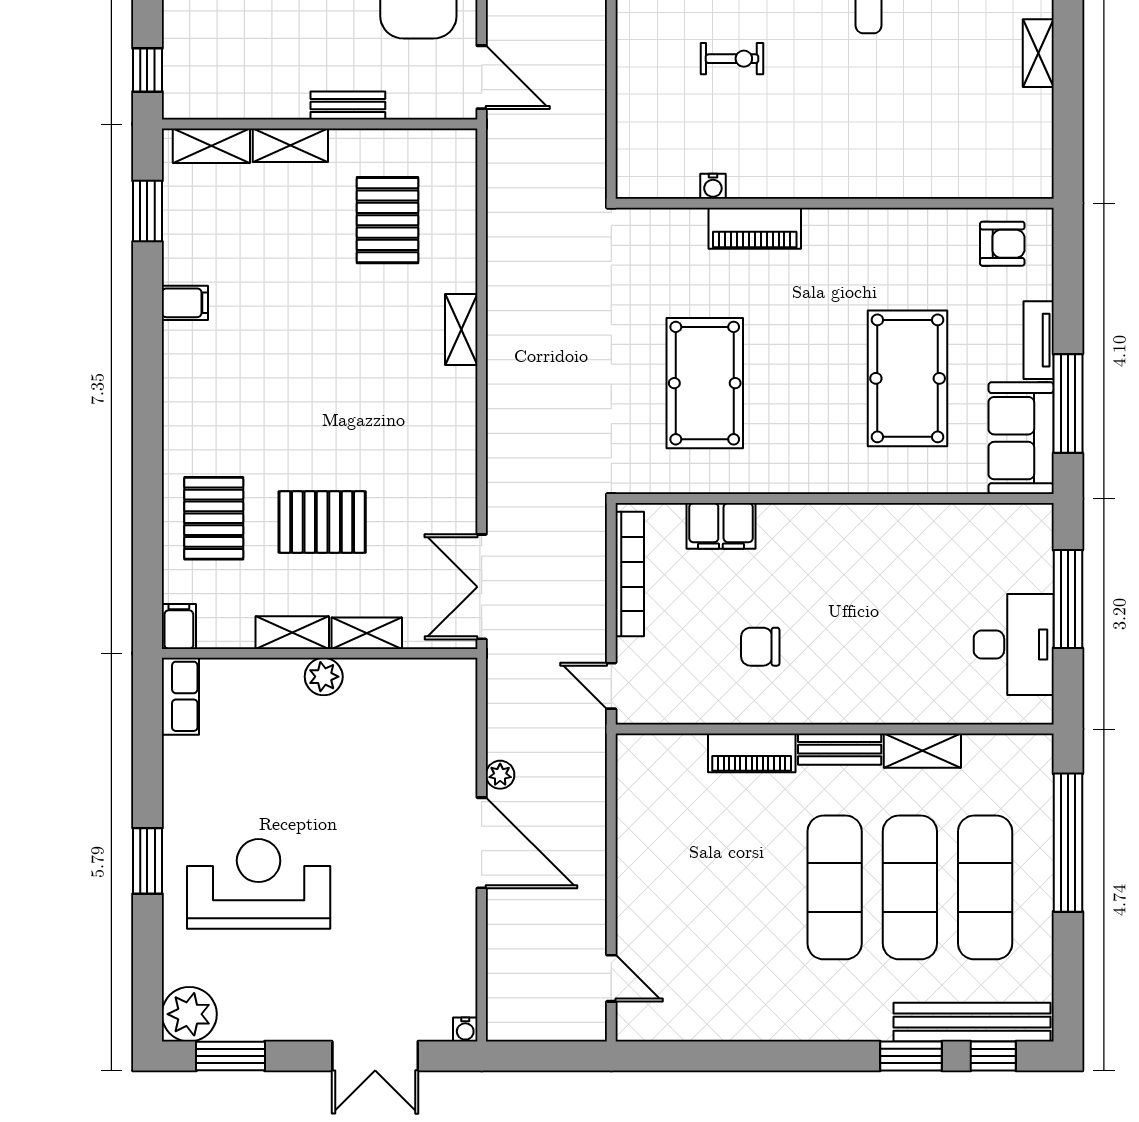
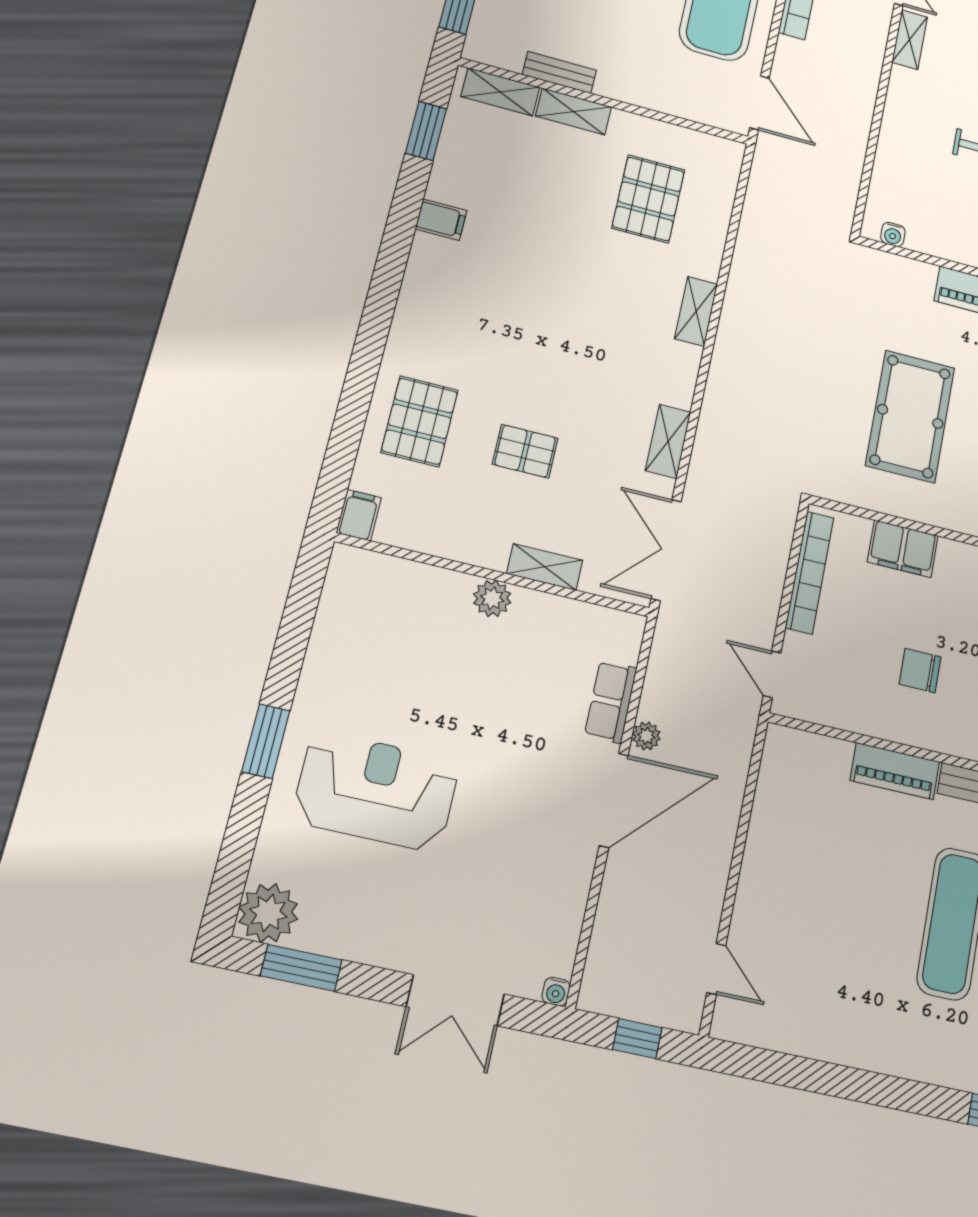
bench: (348, 105) -> (559, 72), moved
water cooler: (713, 186) -> (893, 234), moved
pallet: (322, 522) -> (525, 451), width x0.67, depth x0.71
shelving: (292, 633) -> (668, 441), moved, turned 90
row of seats: (180, 696) -> (611, 702), moved, turned 180
door: (482, 843) -> (614, 800), hinge flipped
window: (549, 1056) -> (637, 1039), added

